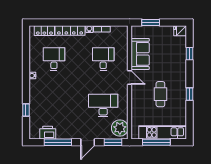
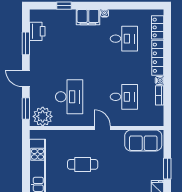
window: (151, 22) -> (167, 169), moved
sofa: (140, 54) -> (143, 140), moved
door: (130, 77) -> (102, 128), swing flipped
filing cabinet: (36, 90) -> (88, 17), added
window: (58, 142) -> (26, 43), width x0.69
window: (156, 142) -> (26, 160), removed

